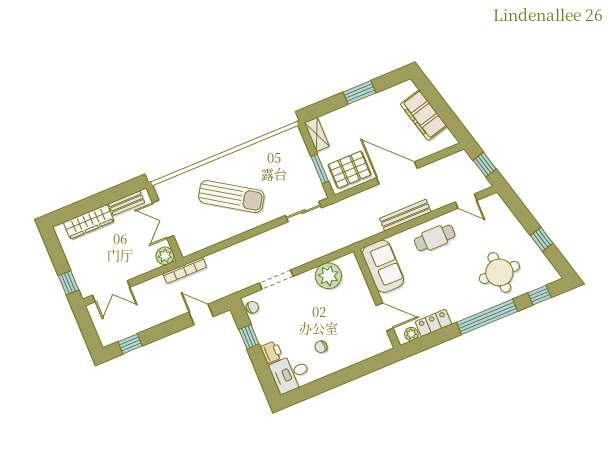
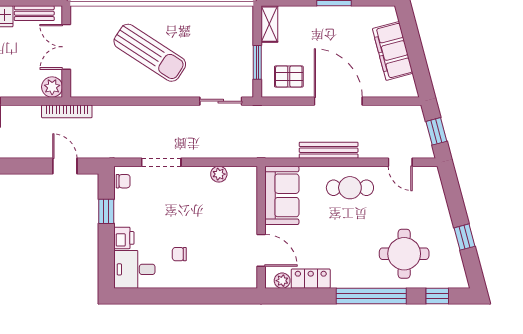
pallet: (350, 170) -> (289, 77), width x0.67, depth x0.71
plant: (328, 276) -> (219, 174), width x0.53, depth x0.53

